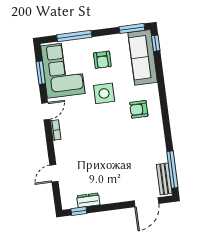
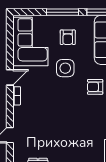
window: (74, 36) -> (63, 12), moved
window: (41, 73) -> (10, 42), removed

